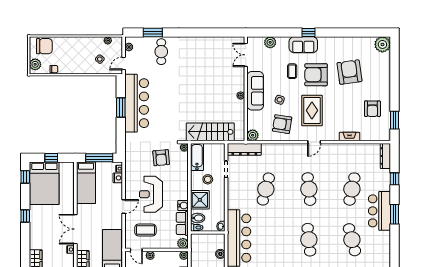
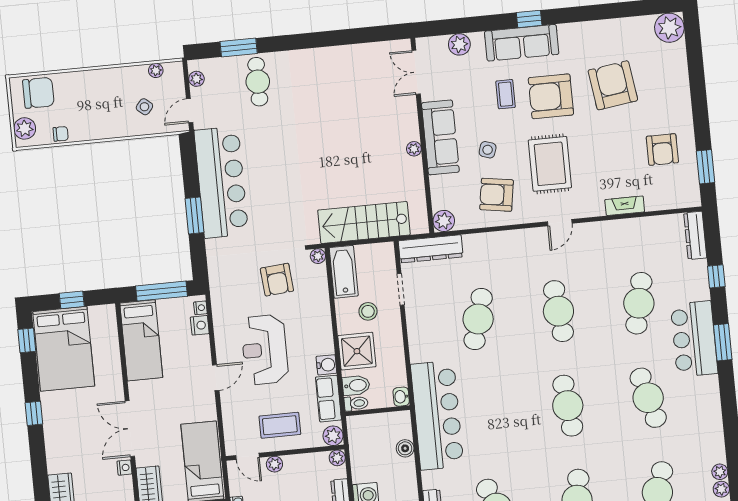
sofa: (303, 45) -> (522, 43), width x1.36
window: (121, 108) -> (194, 215), moved
coffee table: (145, 230) -> (280, 425), moved

